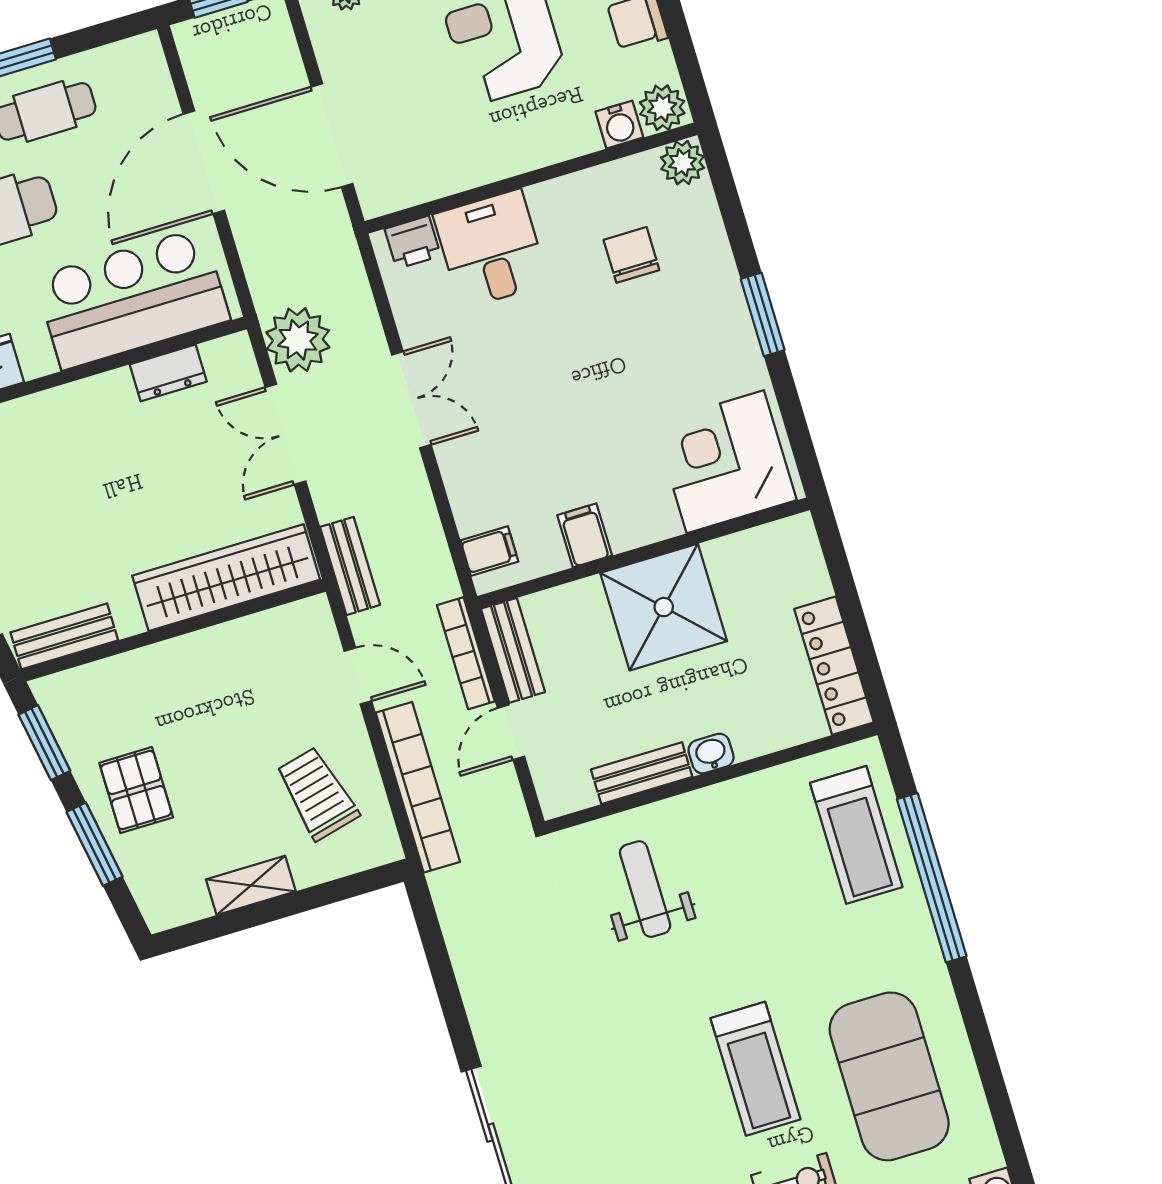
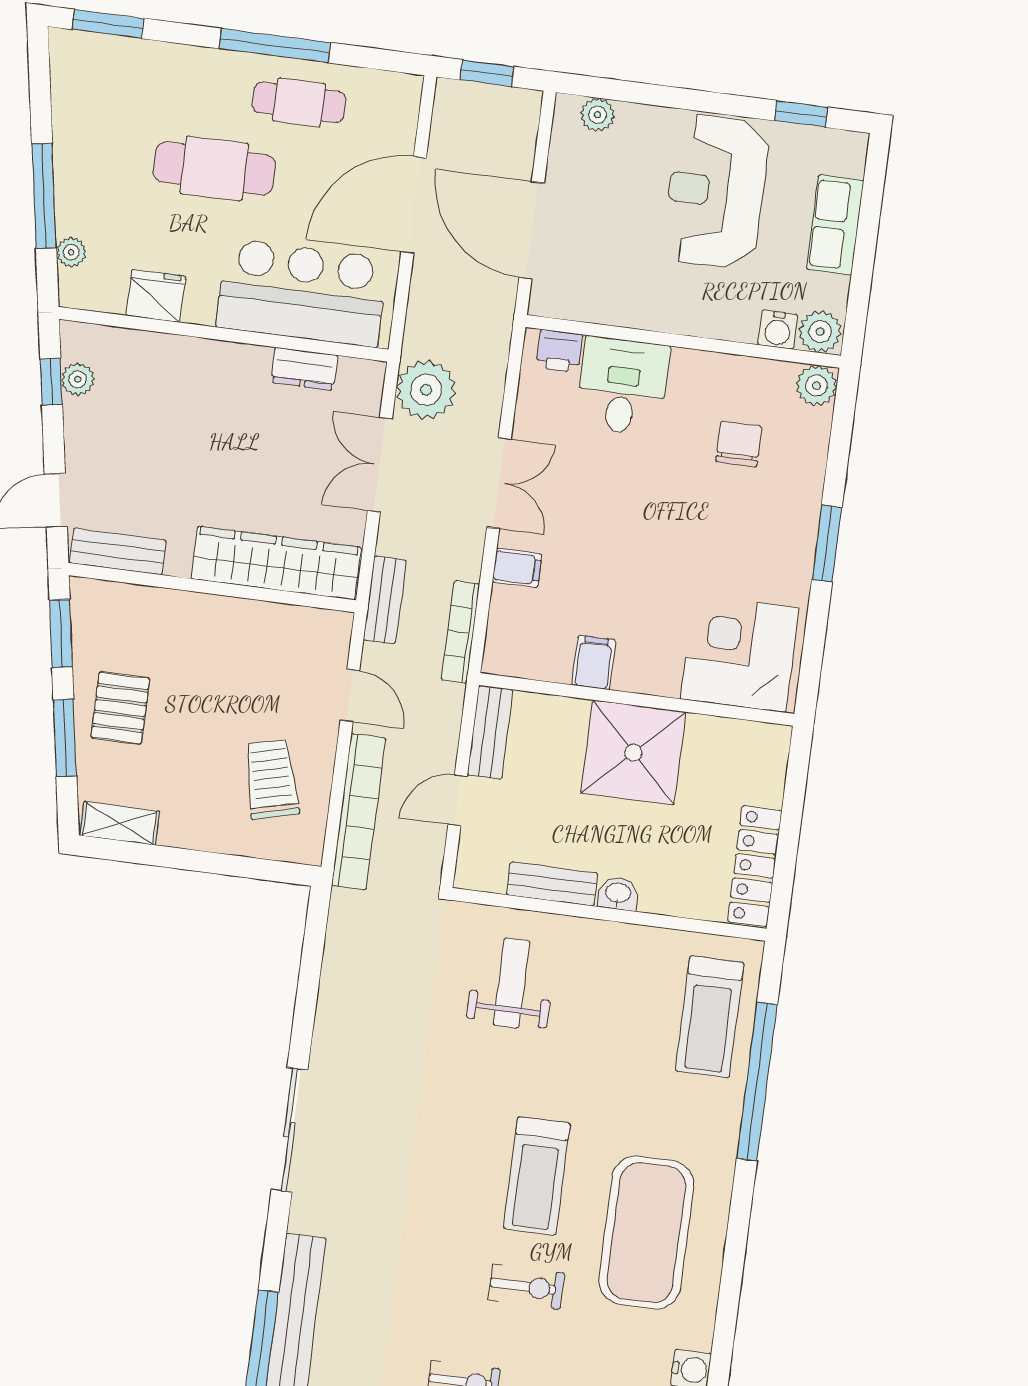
filing cabinet: (489, 551) -> (517, 568), moved
bookcase: (466, 653) -> (461, 632), moved
shelving: (251, 885) -> (120, 823), moved

